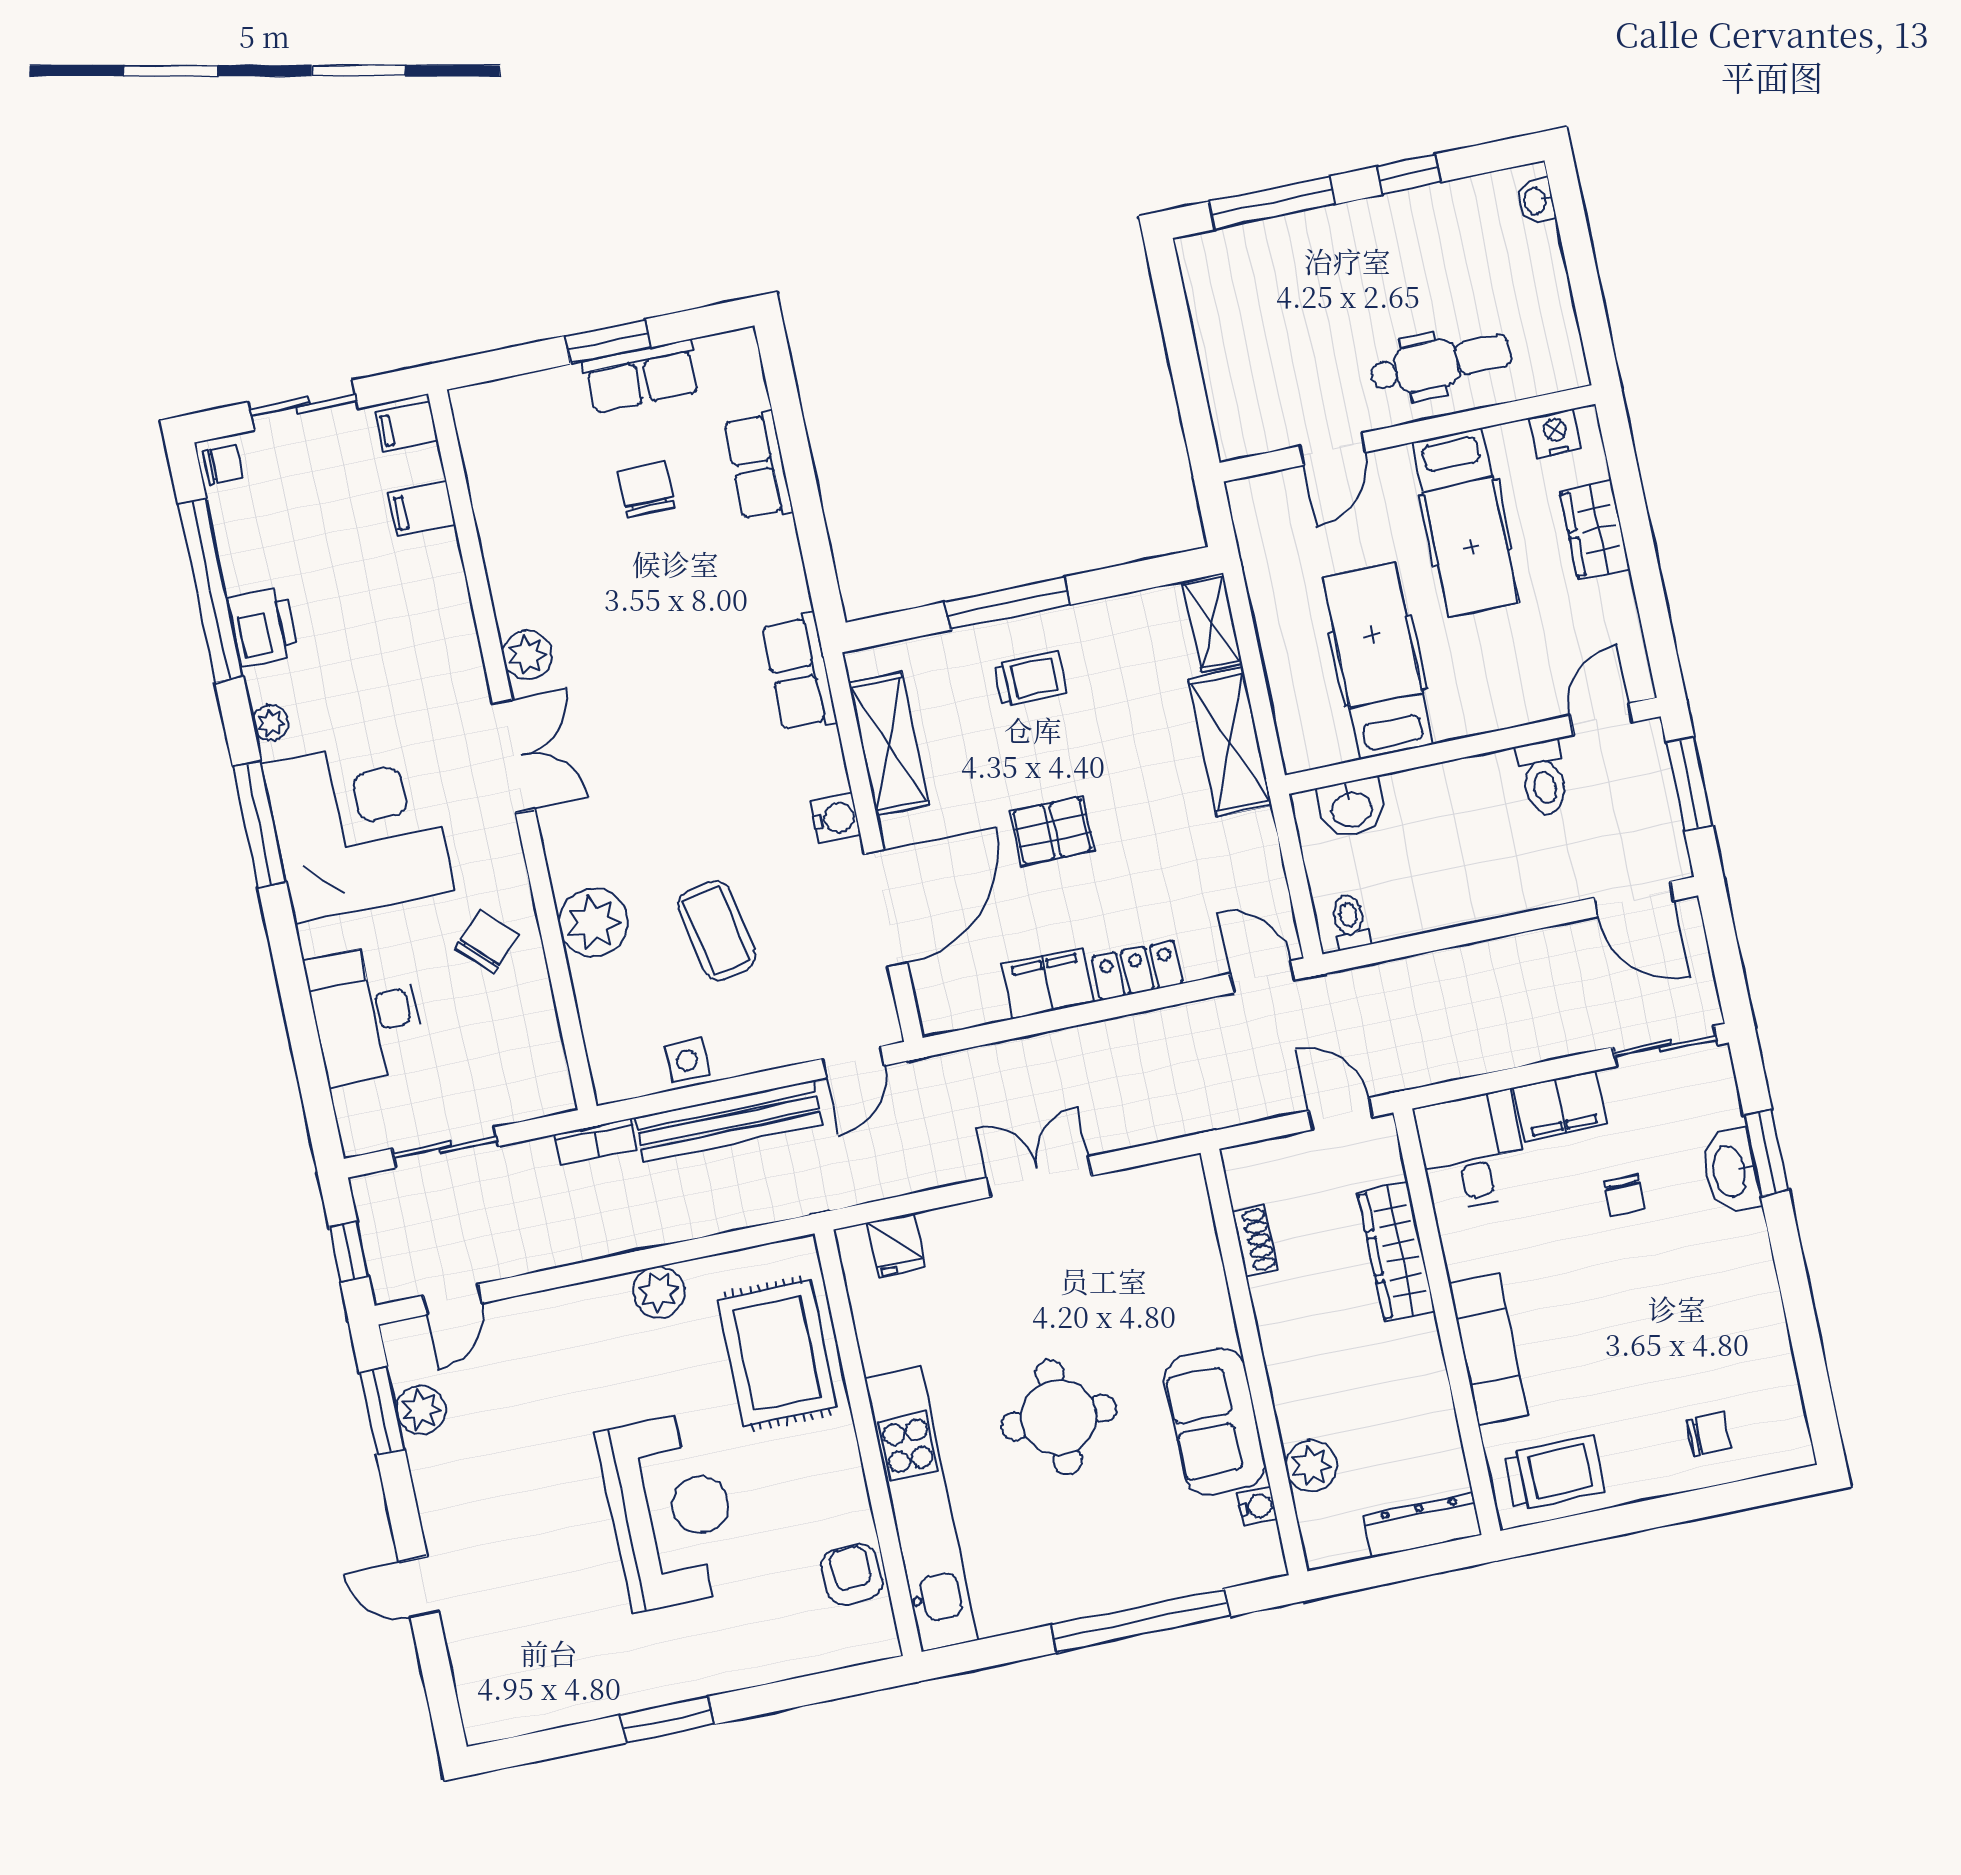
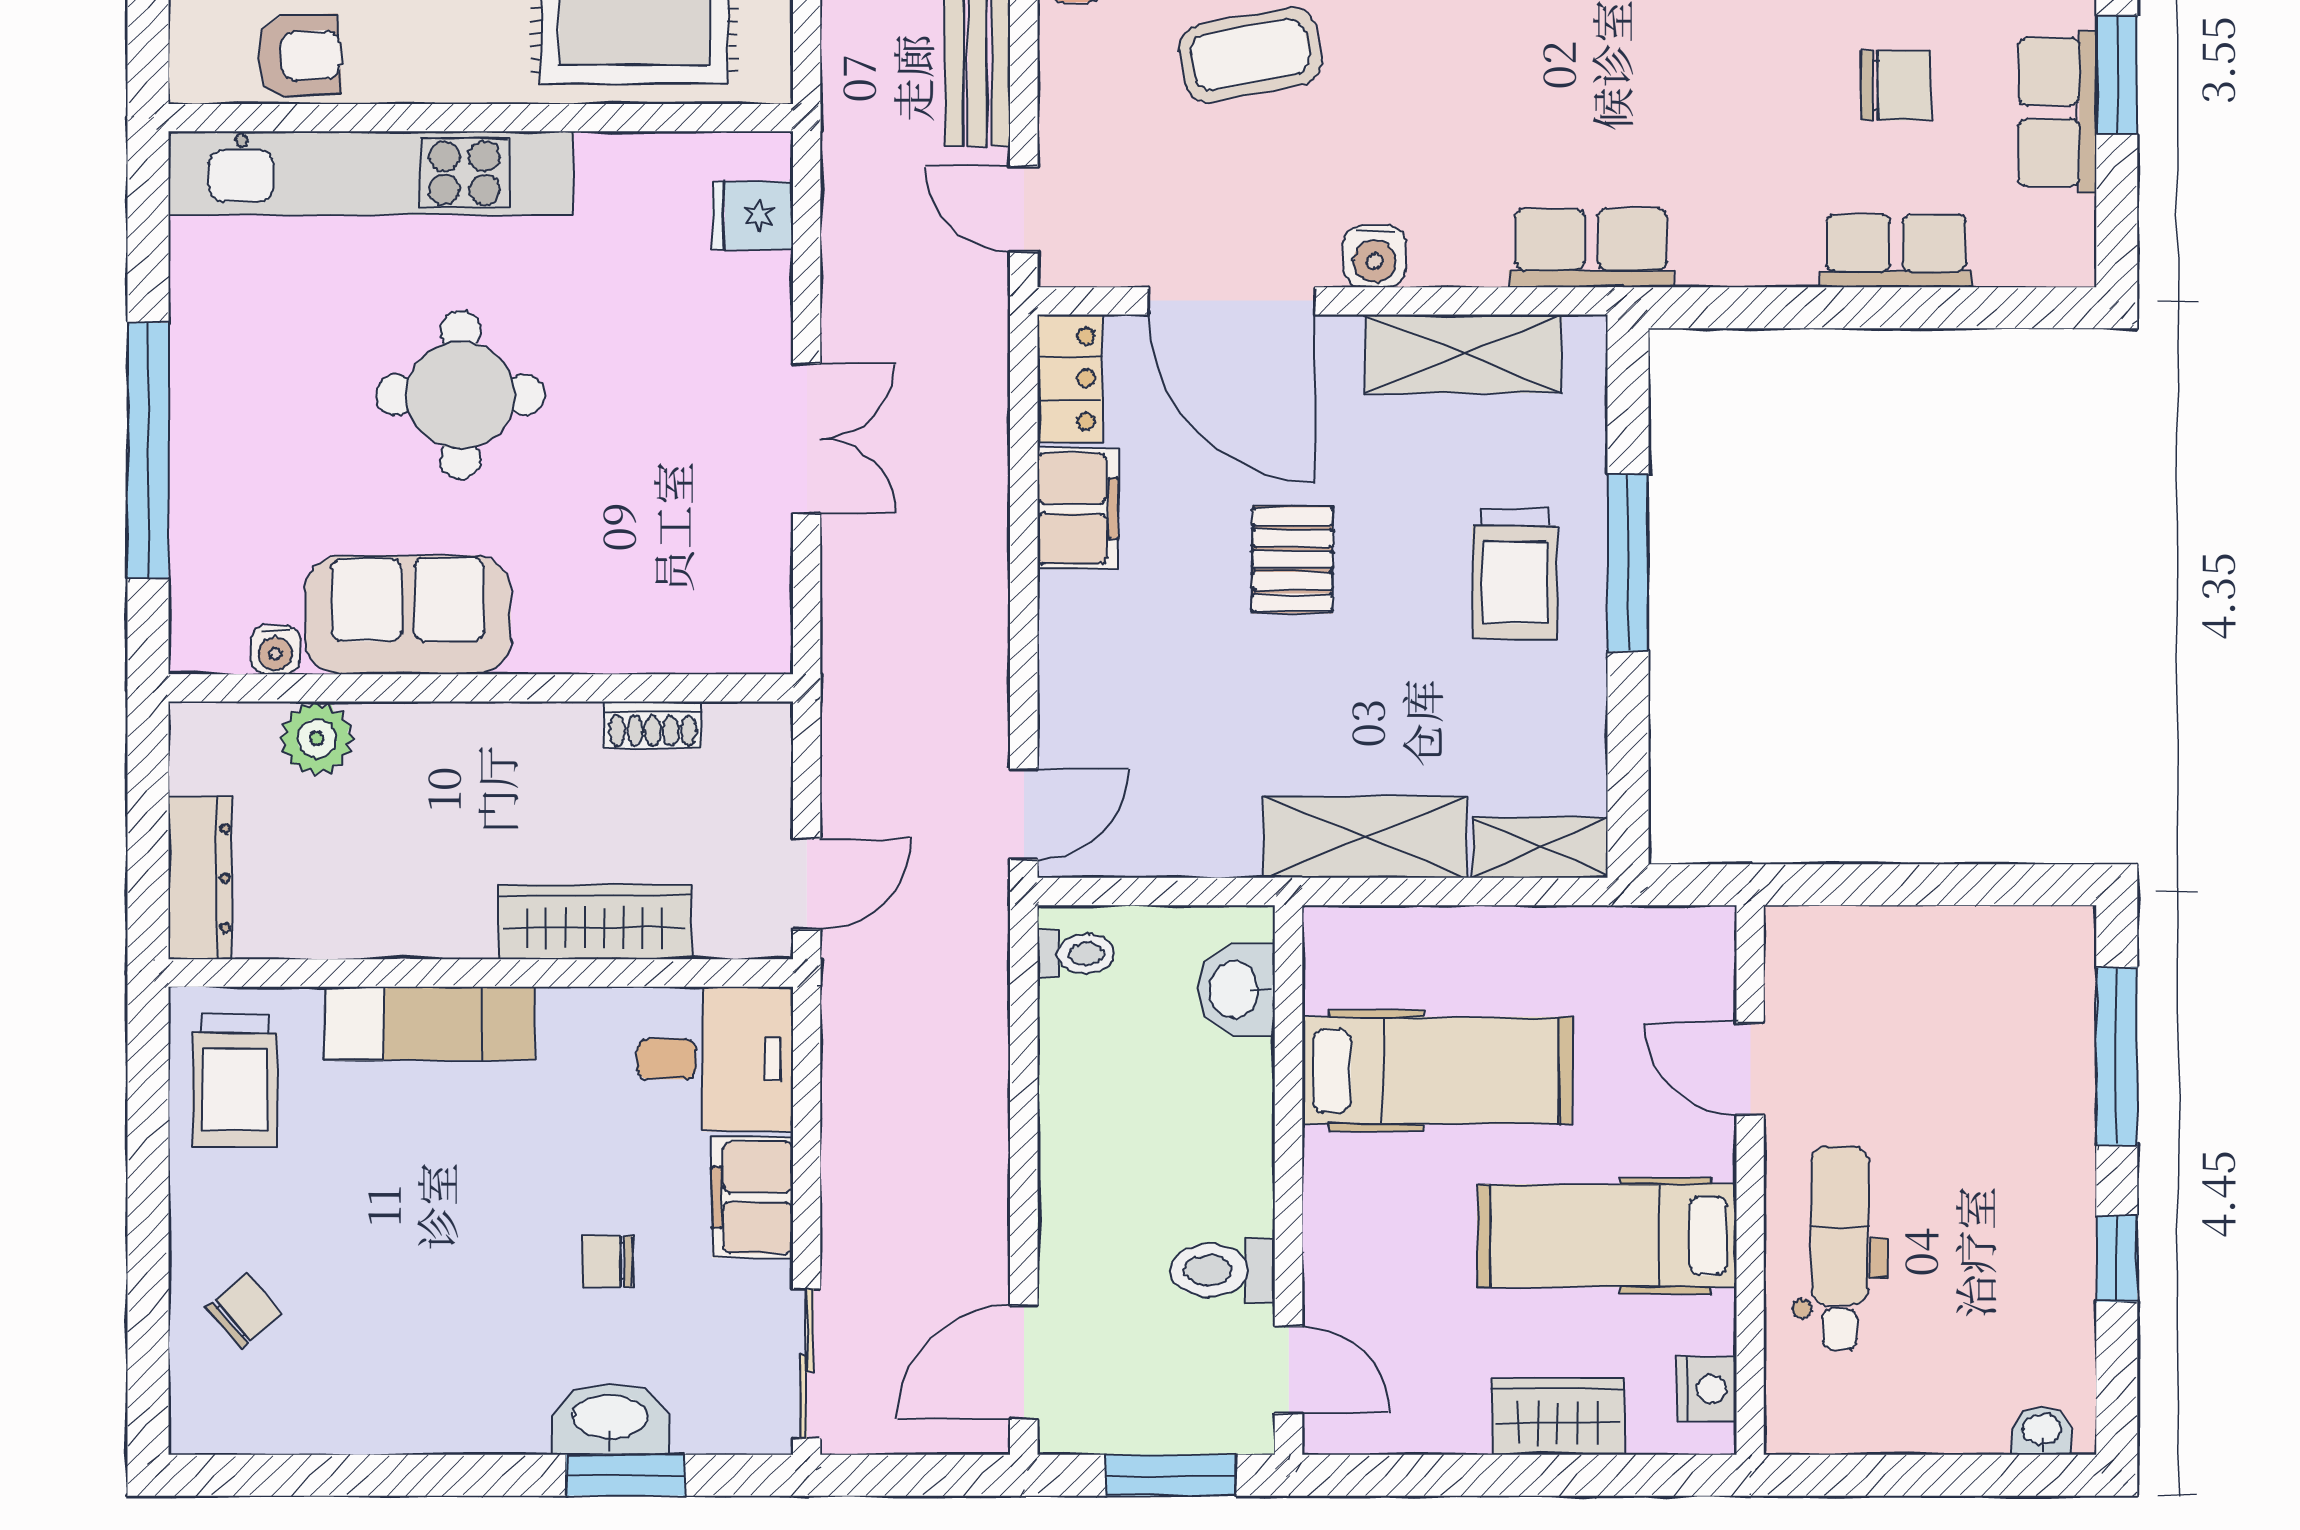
dental chair: (1441, 363) -> (1840, 1248), turned 180
trolley: (1030, 679) -> (1515, 573), width x1.36, depth x1.39
locker: (1137, 970) -> (1070, 379), moved
chair: (1709, 1434) -> (244, 1311), turned -131

